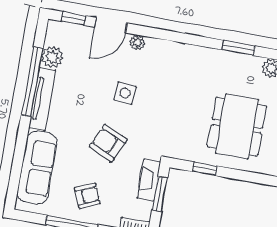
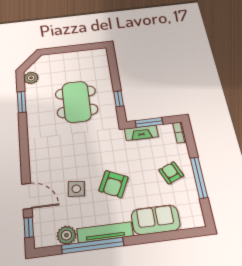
plant: (137, 43) -> (36, 172), removed
side table: (125, 93) -> (76, 189), moved
dining table: (237, 126) -> (76, 102), moved, turned 90
armchair: (108, 143) -> (114, 184), moved
sofa: (37, 168) -> (156, 220), width x0.73

